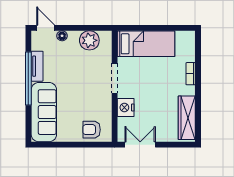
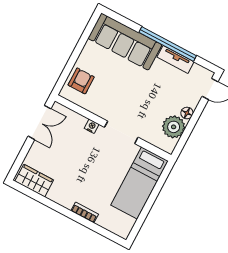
floor lamp: (62, 36) -> (187, 113), moved
nightstand: (126, 108) -> (92, 126), width x0.53, depth x0.56
wardrobe: (187, 118) -> (34, 181), width x0.67

